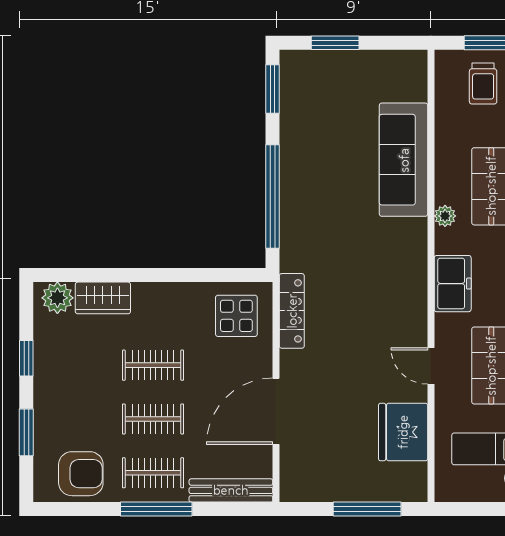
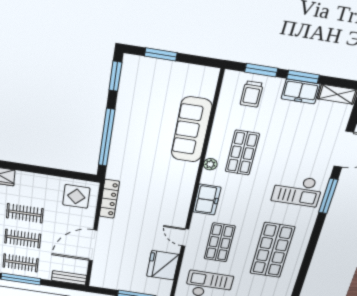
bench: (231, 490) -> (69, 278), width x0.73

